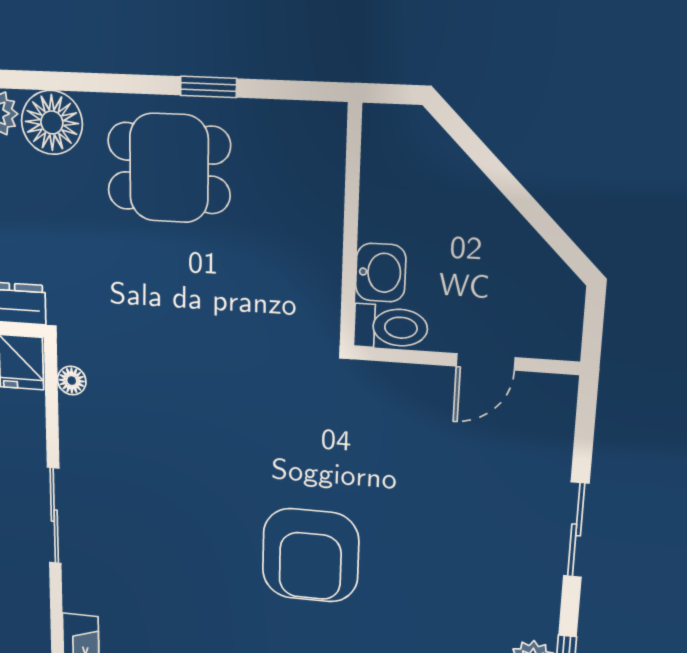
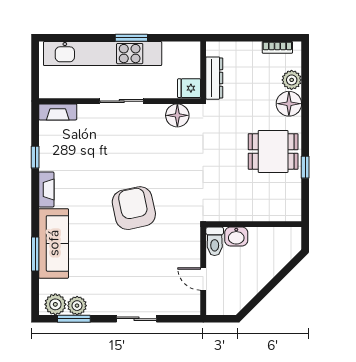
dining table: (169, 168) -> (273, 151), turned 90
floor lamp: (72, 381) -> (177, 115), width x1.89, depth x1.89
armchair: (310, 555) -> (134, 208), moved, turned 78

